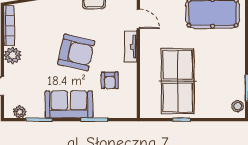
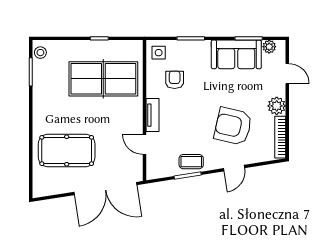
armchair: (76, 53) -> (233, 126), moved
table tennis table: (178, 81) -> (103, 79), turned 90
sofa: (69, 104) -> (236, 54), moved
side table: (125, 106) -> (159, 53), added

